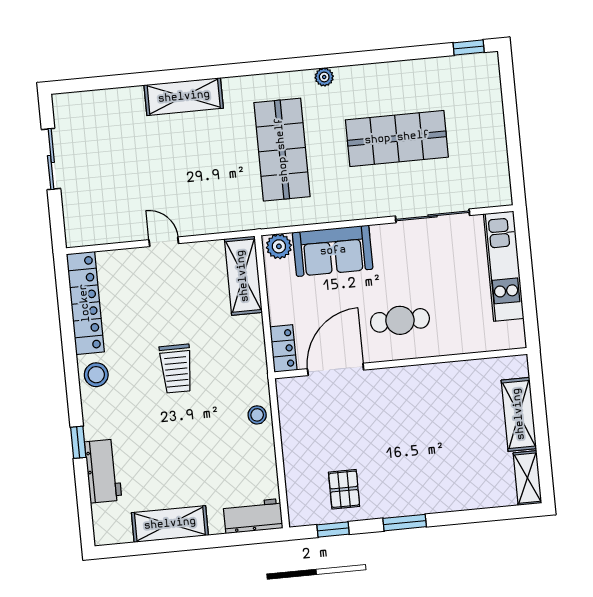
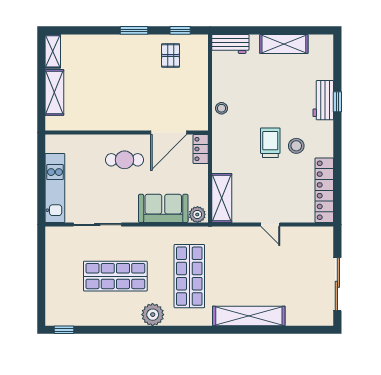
plant: (324, 77) -> (153, 315), width x1.87, depth x1.87
shelving: (184, 97) -> (249, 316), width x1.47
sliding door: (51, 159) -> (337, 284), width x1.37
stool: (96, 375) -> (296, 146), moved
workbench: (103, 471) -> (323, 100), moved

